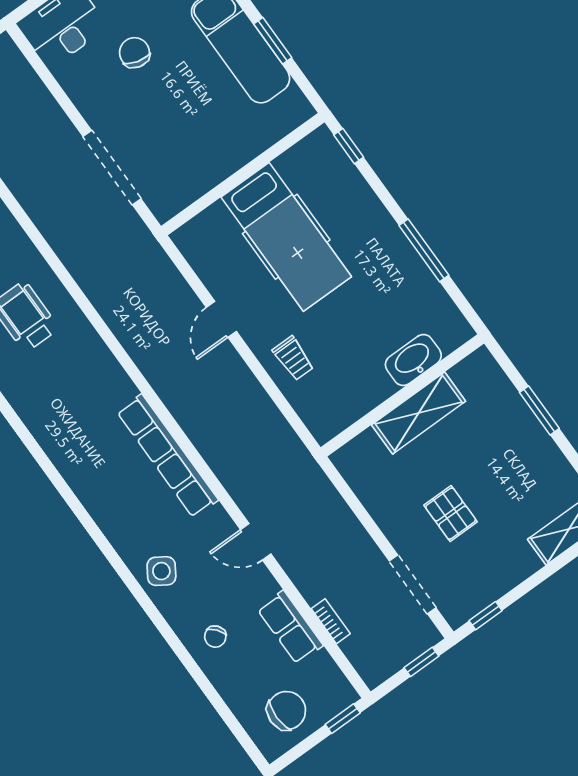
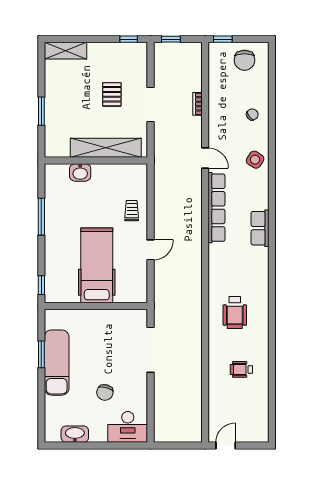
washbasin: (413, 360) -> (80, 172), width x0.72
shelving: (419, 413) -> (106, 148), width x1.47
door: (256, 542) -> (205, 158), moved
doorway: (413, 584) -> (151, 105), moved
bookcase: (331, 621) -> (197, 104), moved
row of seats: (290, 627) -> (260, 228), moved, turned 180
chair: (286, 711) -> (245, 60), turned -90

